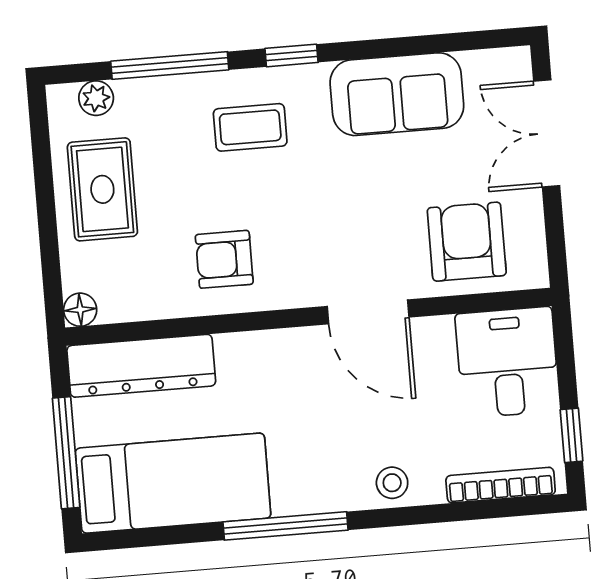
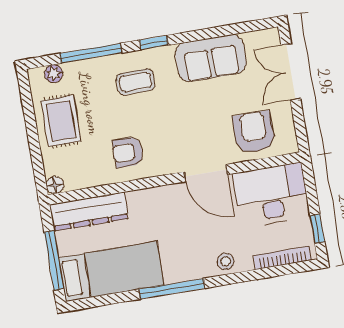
desk: (507, 362) -> (271, 195), width x1.37

